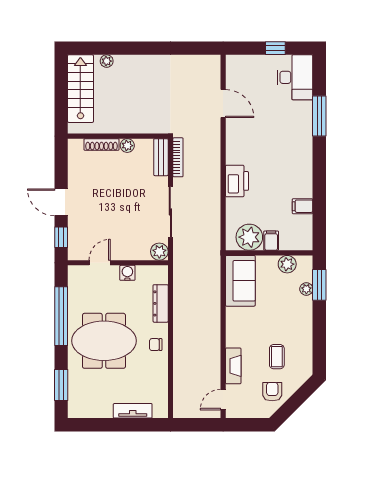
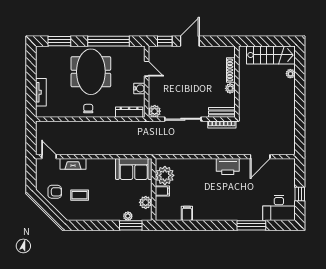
printer: (237, 181) -> (228, 167), moved
dresser: (161, 303) -> (129, 112), moved

